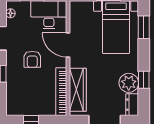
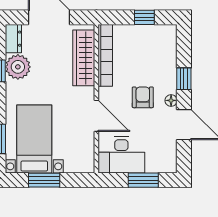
floor lamp: (10, 13) -> (171, 100), moved

